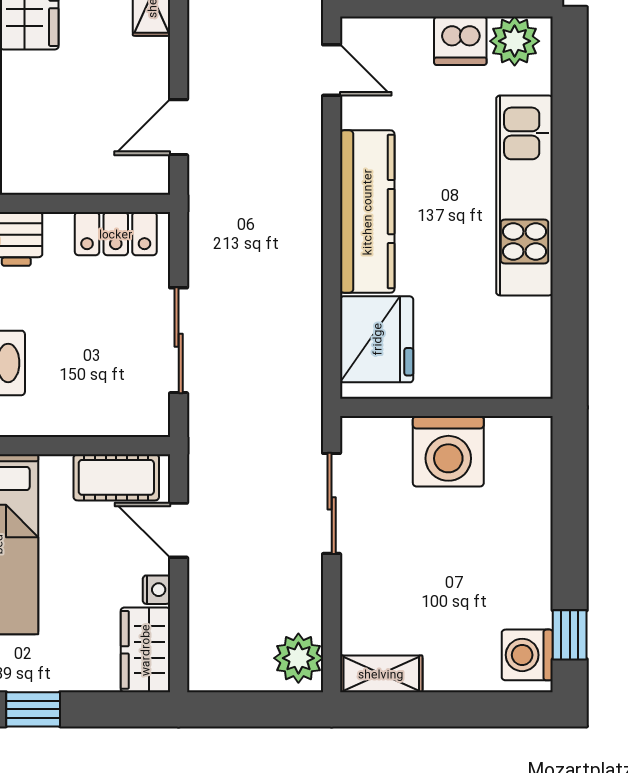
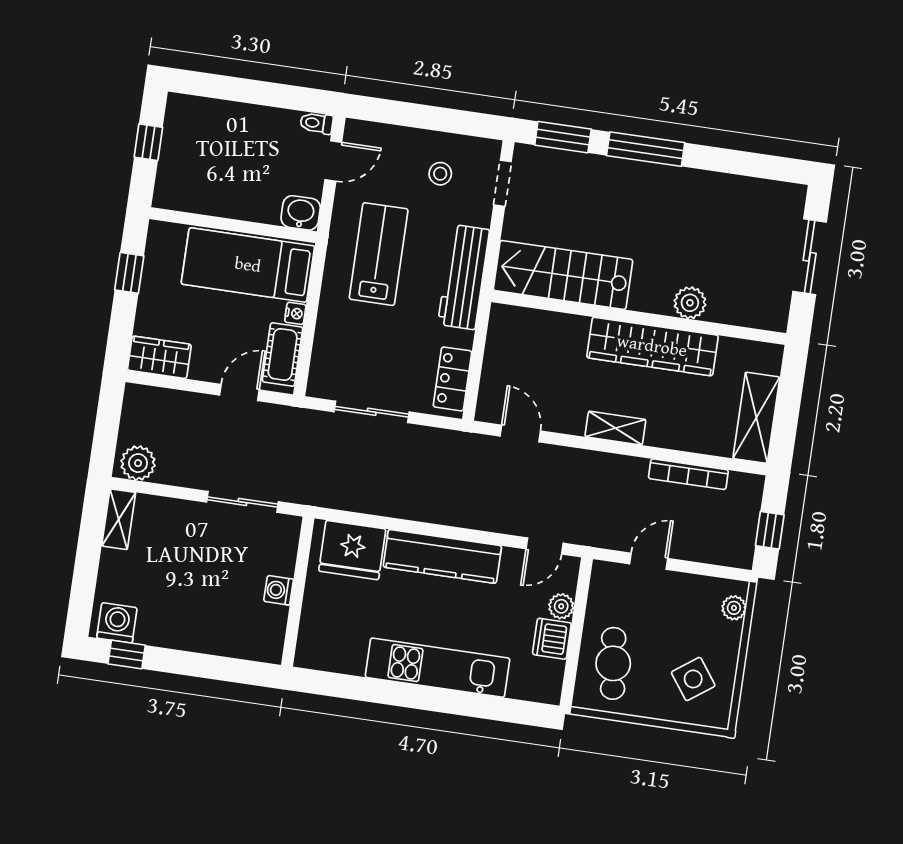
plant: (515, 41) -> (561, 606), moved, width x0.73, depth x0.73
washing machine: (448, 451) -> (279, 590), width x0.53, depth x0.53
nightstand: (156, 590) -> (295, 313), moved, turned -90

